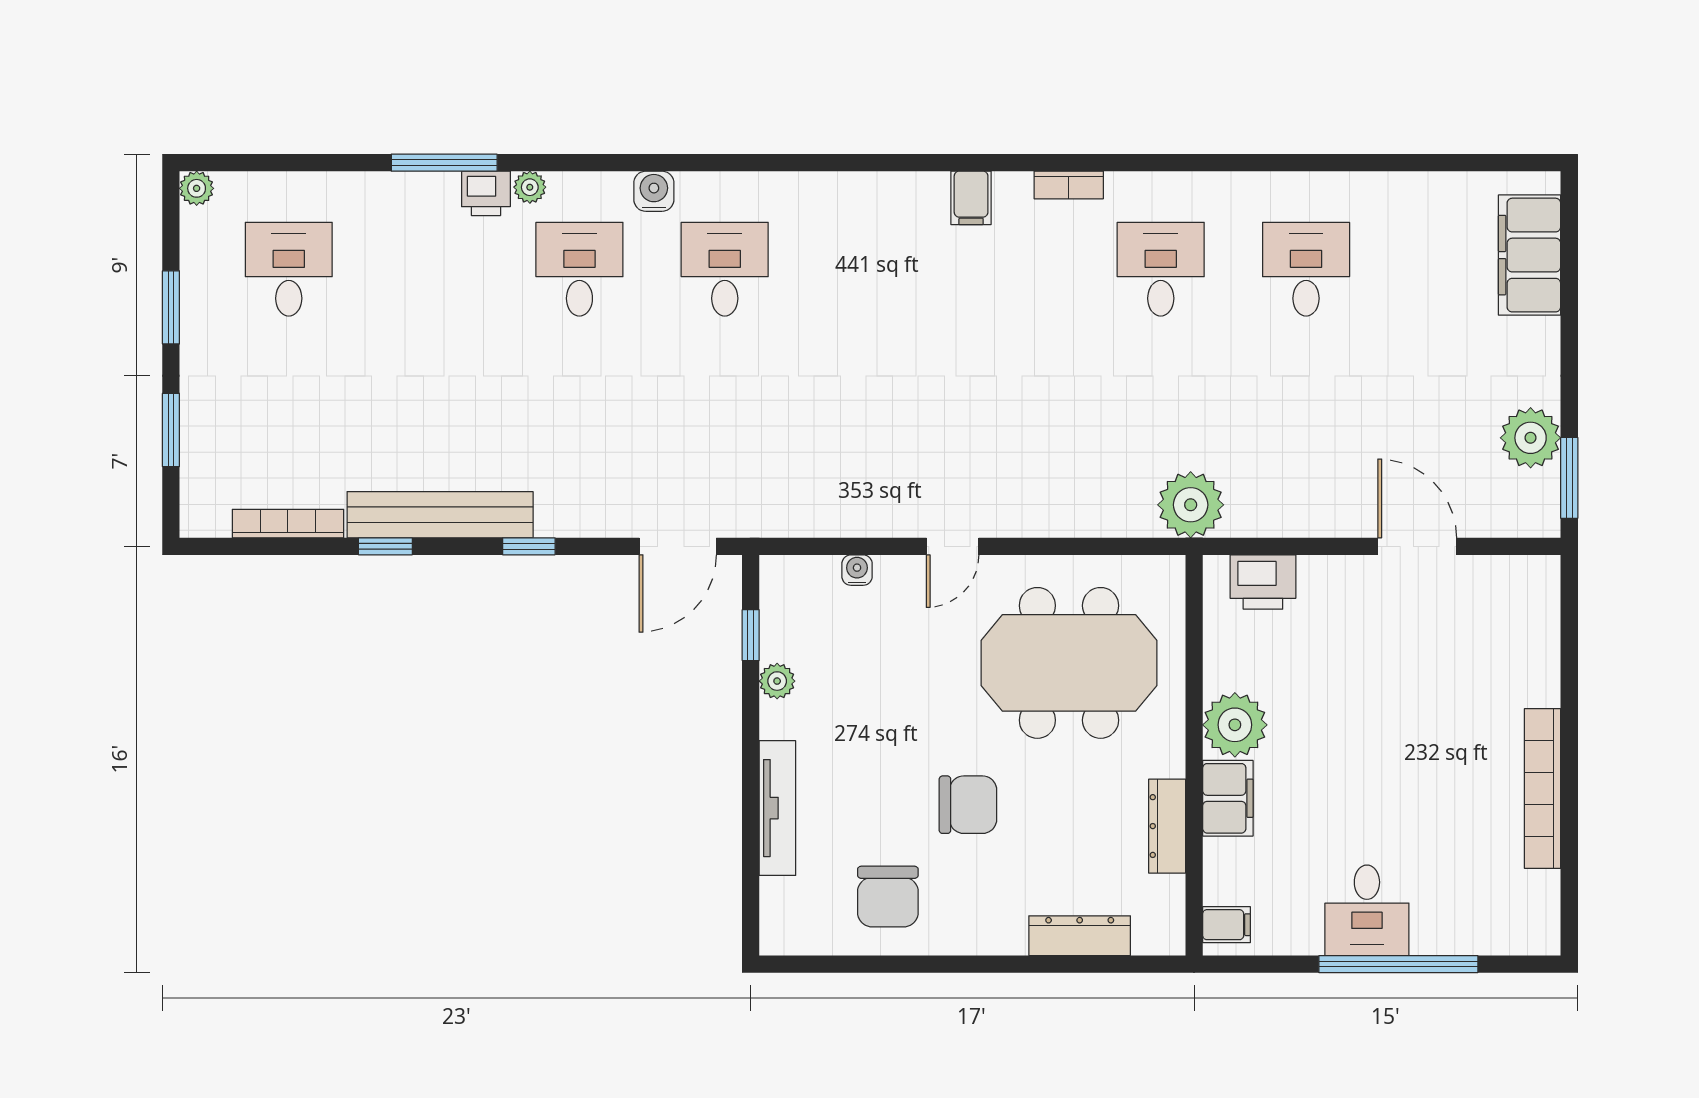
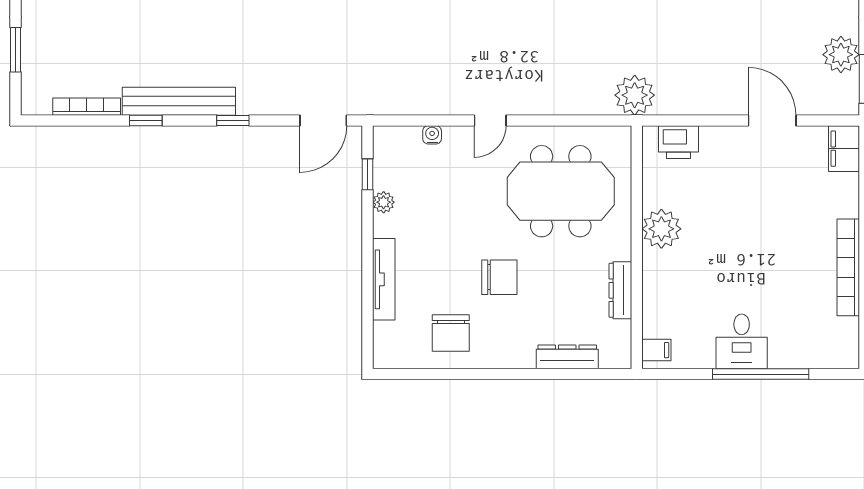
filing cabinet: (1228, 798) -> (844, 149), moved, turned 180

